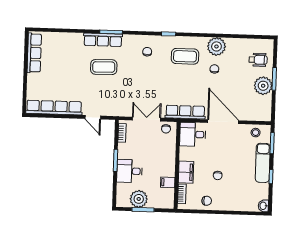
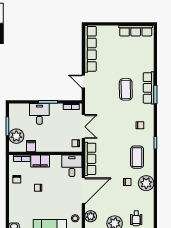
plant: (254, 114) -> (91, 216), added
door: (93, 117) -> (83, 82), hinge flipped
plant: (139, 199) -> (16, 136), moved

